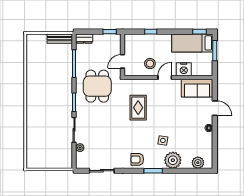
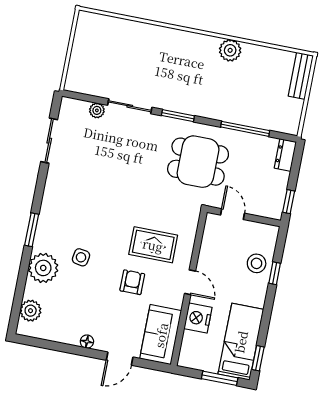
bench: (60, 39) -> (301, 76), moved
stool: (150, 64) -> (257, 263), moved
plant: (32, 80) -> (230, 50), added
rug: (138, 108) -> (153, 245), moved
armchair: (137, 159) -> (132, 282), moved

